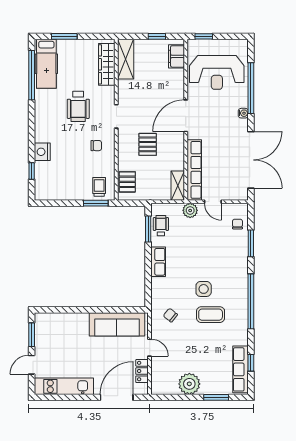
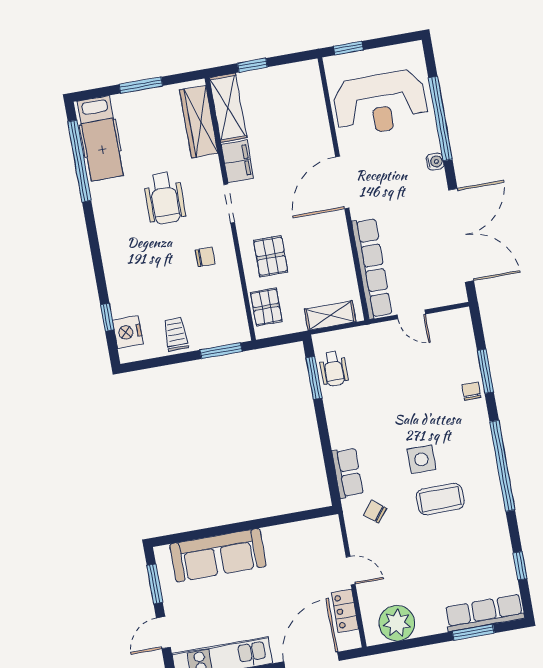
window: (64, 36) -> (141, 85), moved
window: (157, 36) -> (252, 65), moved
filing cabinet: (176, 56) -> (237, 161), moved, turned 180
pallet: (148, 144) -> (271, 256), moved
nightstand: (42, 152) -> (128, 332), moved
shelving: (178, 186) -> (330, 315), moved, turned 90
trolley: (99, 187) -> (176, 334), moved
plant: (190, 210) -> (377, 335), removed
chair: (237, 224) -> (471, 391), moved
wheelchair: (161, 226) -> (334, 369), turned 180
row of seats: (158, 262) -> (348, 473), moved
sofa: (117, 324) -> (218, 555), moved
row of seats: (241, 369) -> (484, 613), moved, turned 90
plant: (189, 384) -> (397, 623), moved

